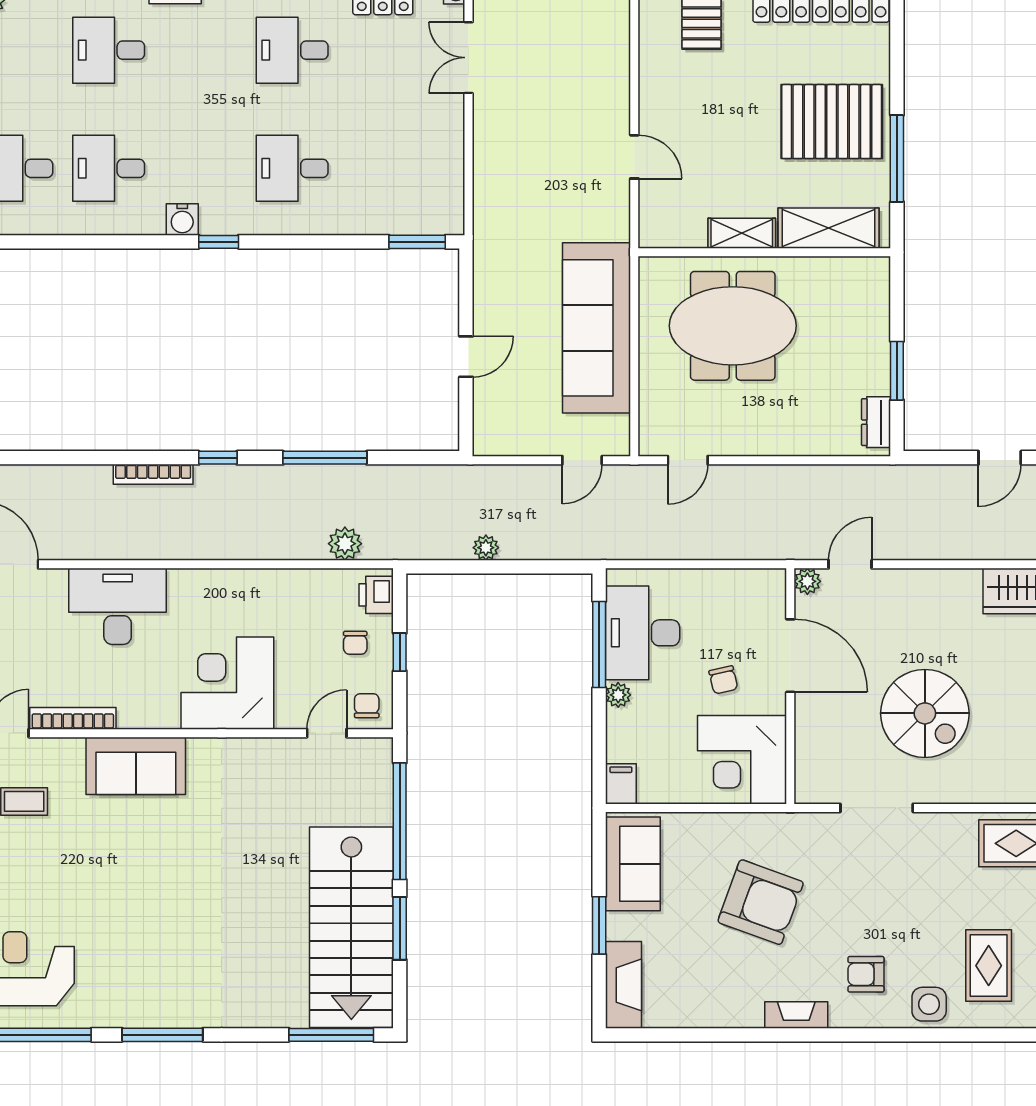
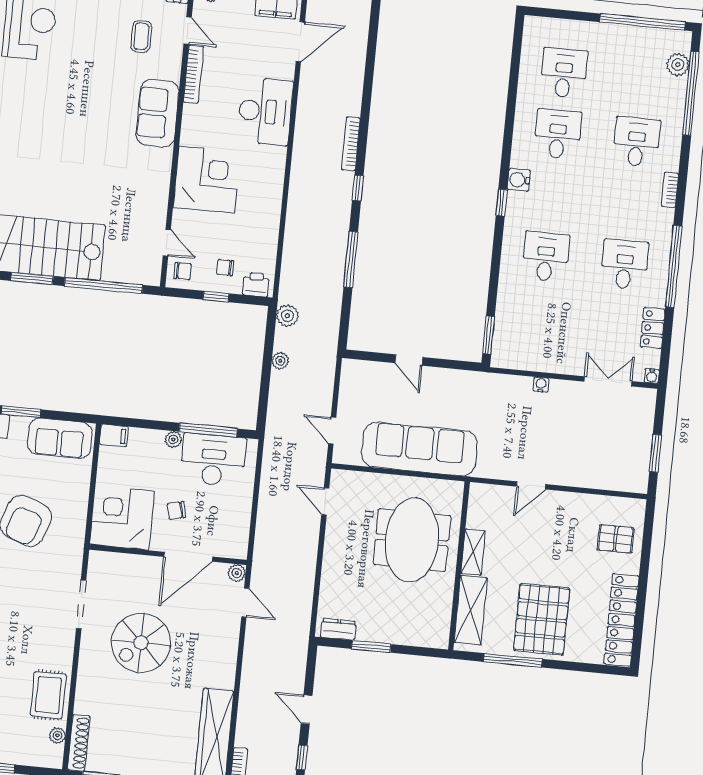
water cooler: (483, 157) -> (541, 385), added
plant: (345, 544) -> (287, 316), moved

